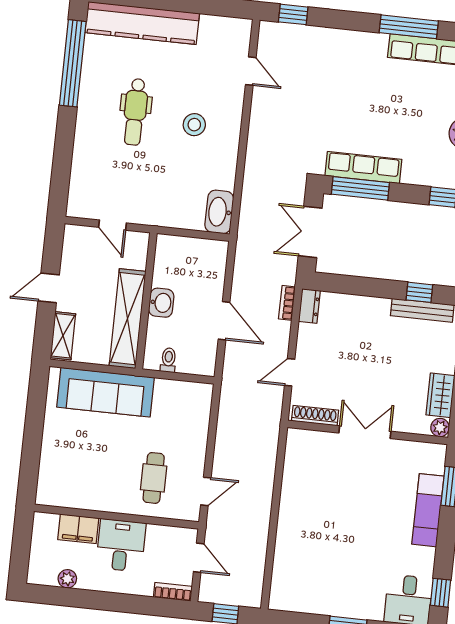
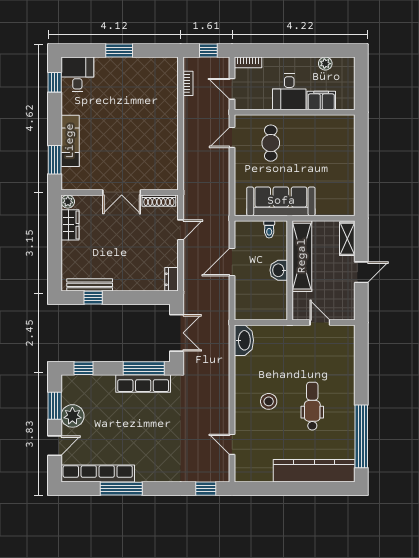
bookcase: (287, 303) -> (188, 83), moved
door: (224, 321) -> (232, 262), hinge flipped
sofa: (106, 392) -> (281, 201), moved

